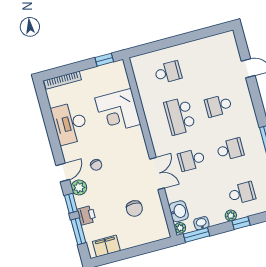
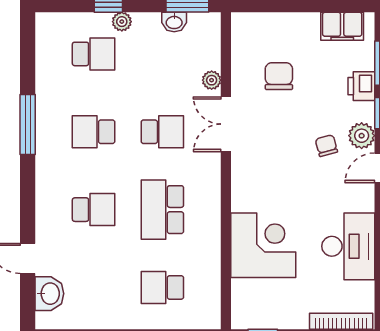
school desk: (180, 116) -> (162, 210), turned 180
chair: (96, 165) -> (326, 146), moved
school desk: (242, 193) -> (94, 54), turned 180
washbasin: (179, 211) -> (49, 294), moved, turned 180
plant: (180, 228) -> (212, 80), moved

